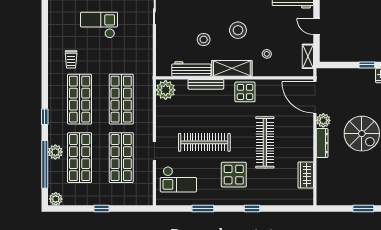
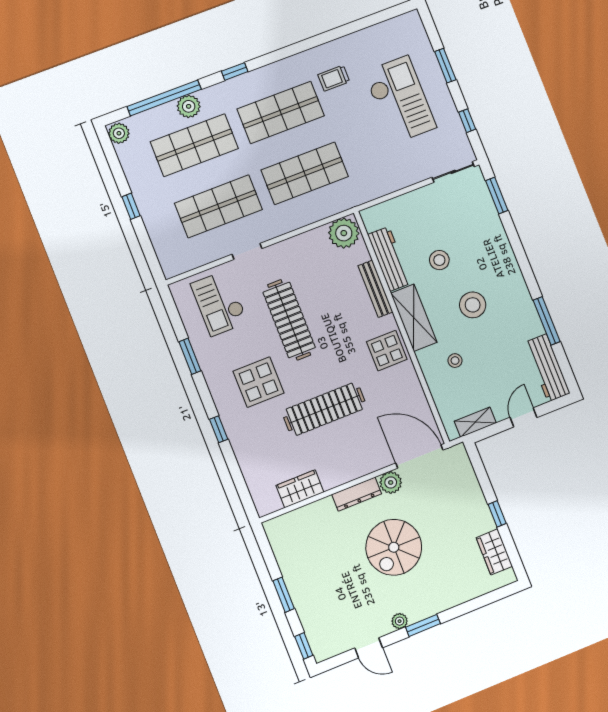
checkout: (99, 25) -> (400, 100), width x1.36, depth x1.21
door: (315, 97) -> (419, 456), hinge flipped

